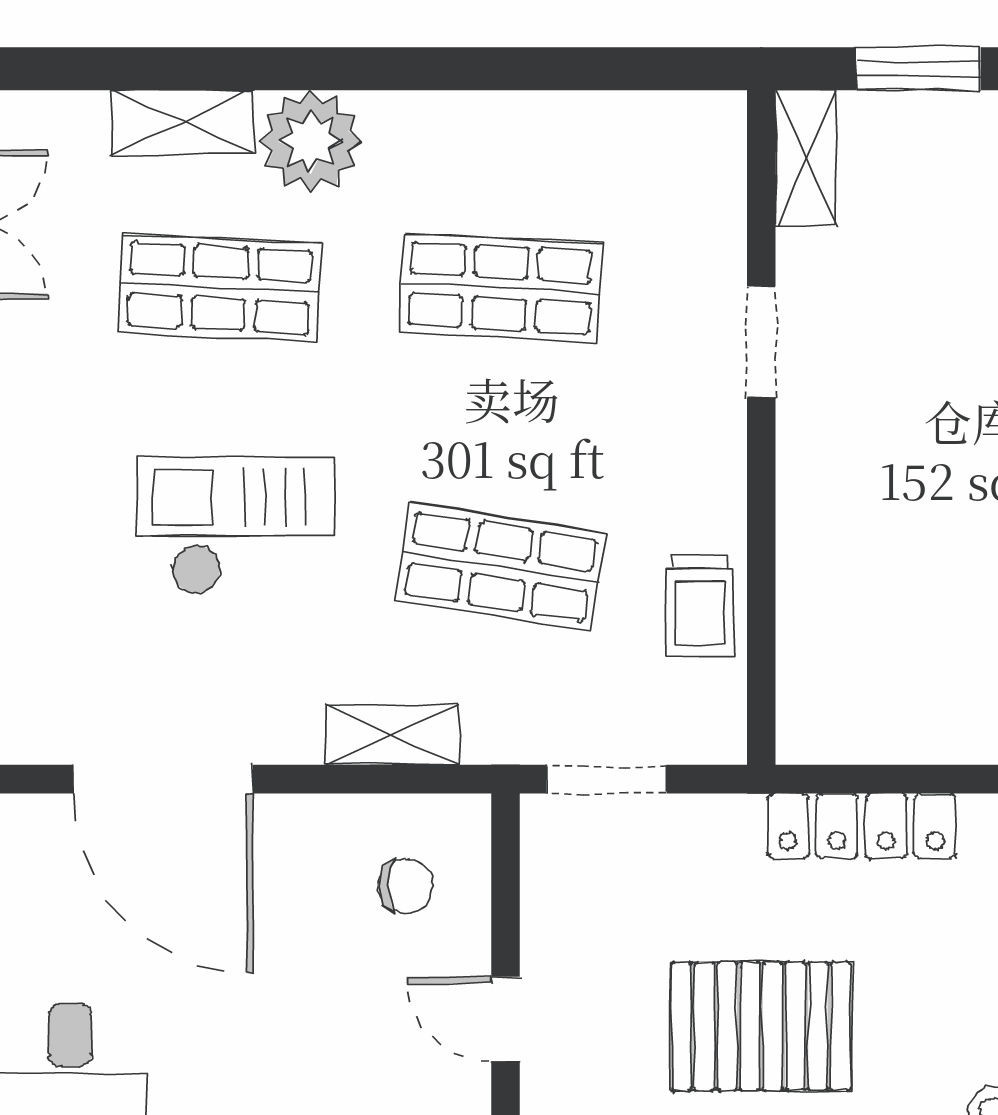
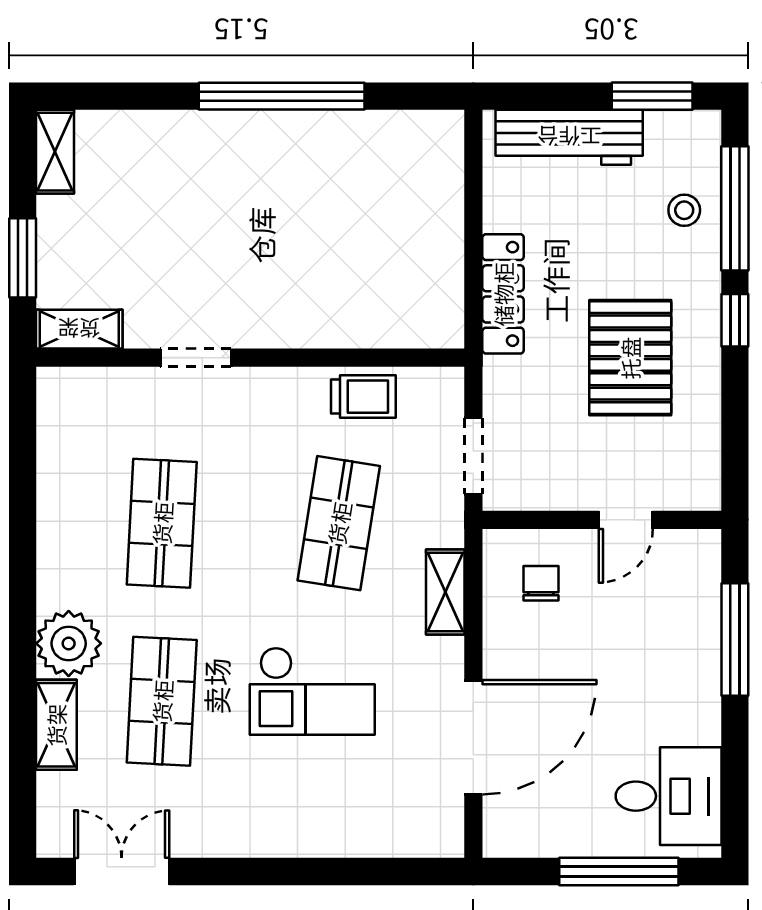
checkout: (236, 525) -> (312, 691), turned -90

